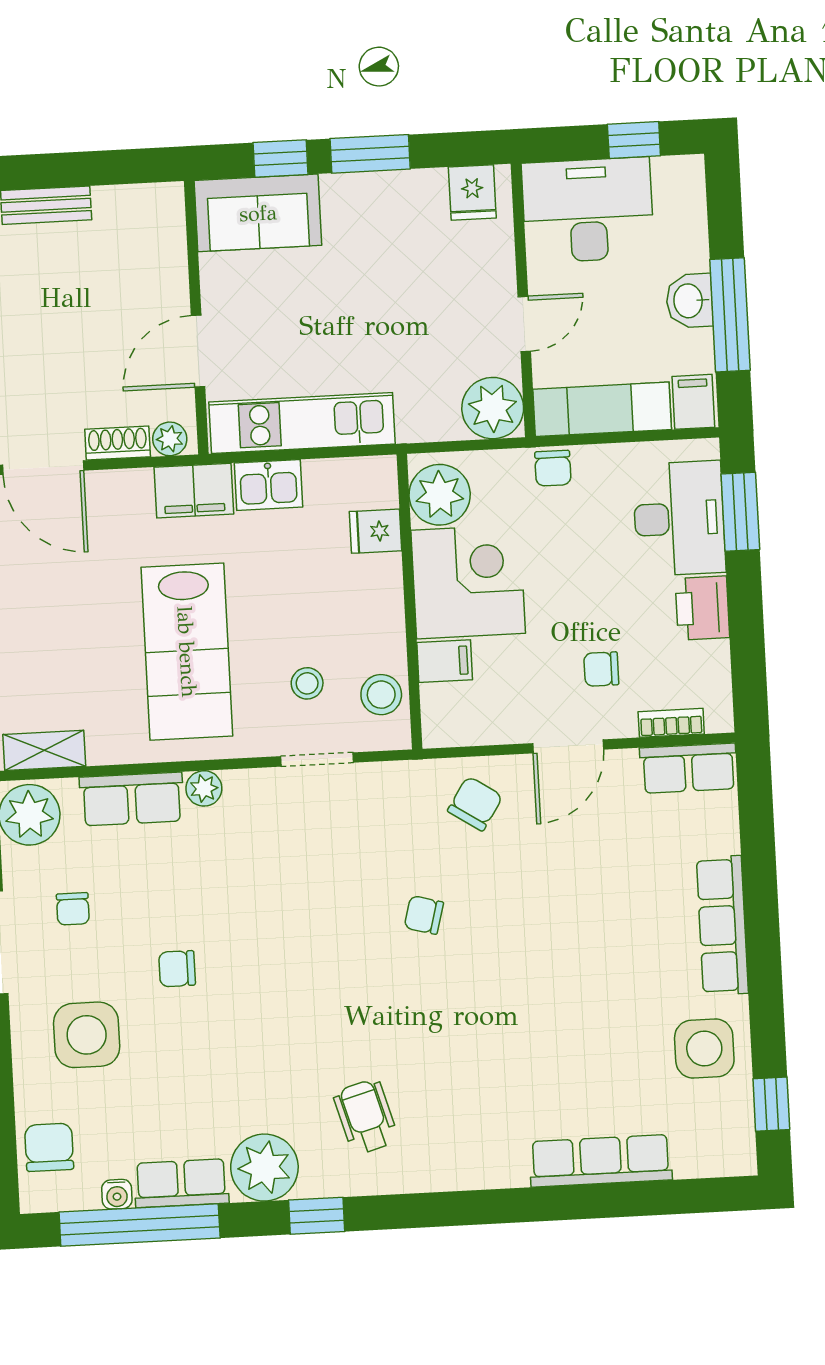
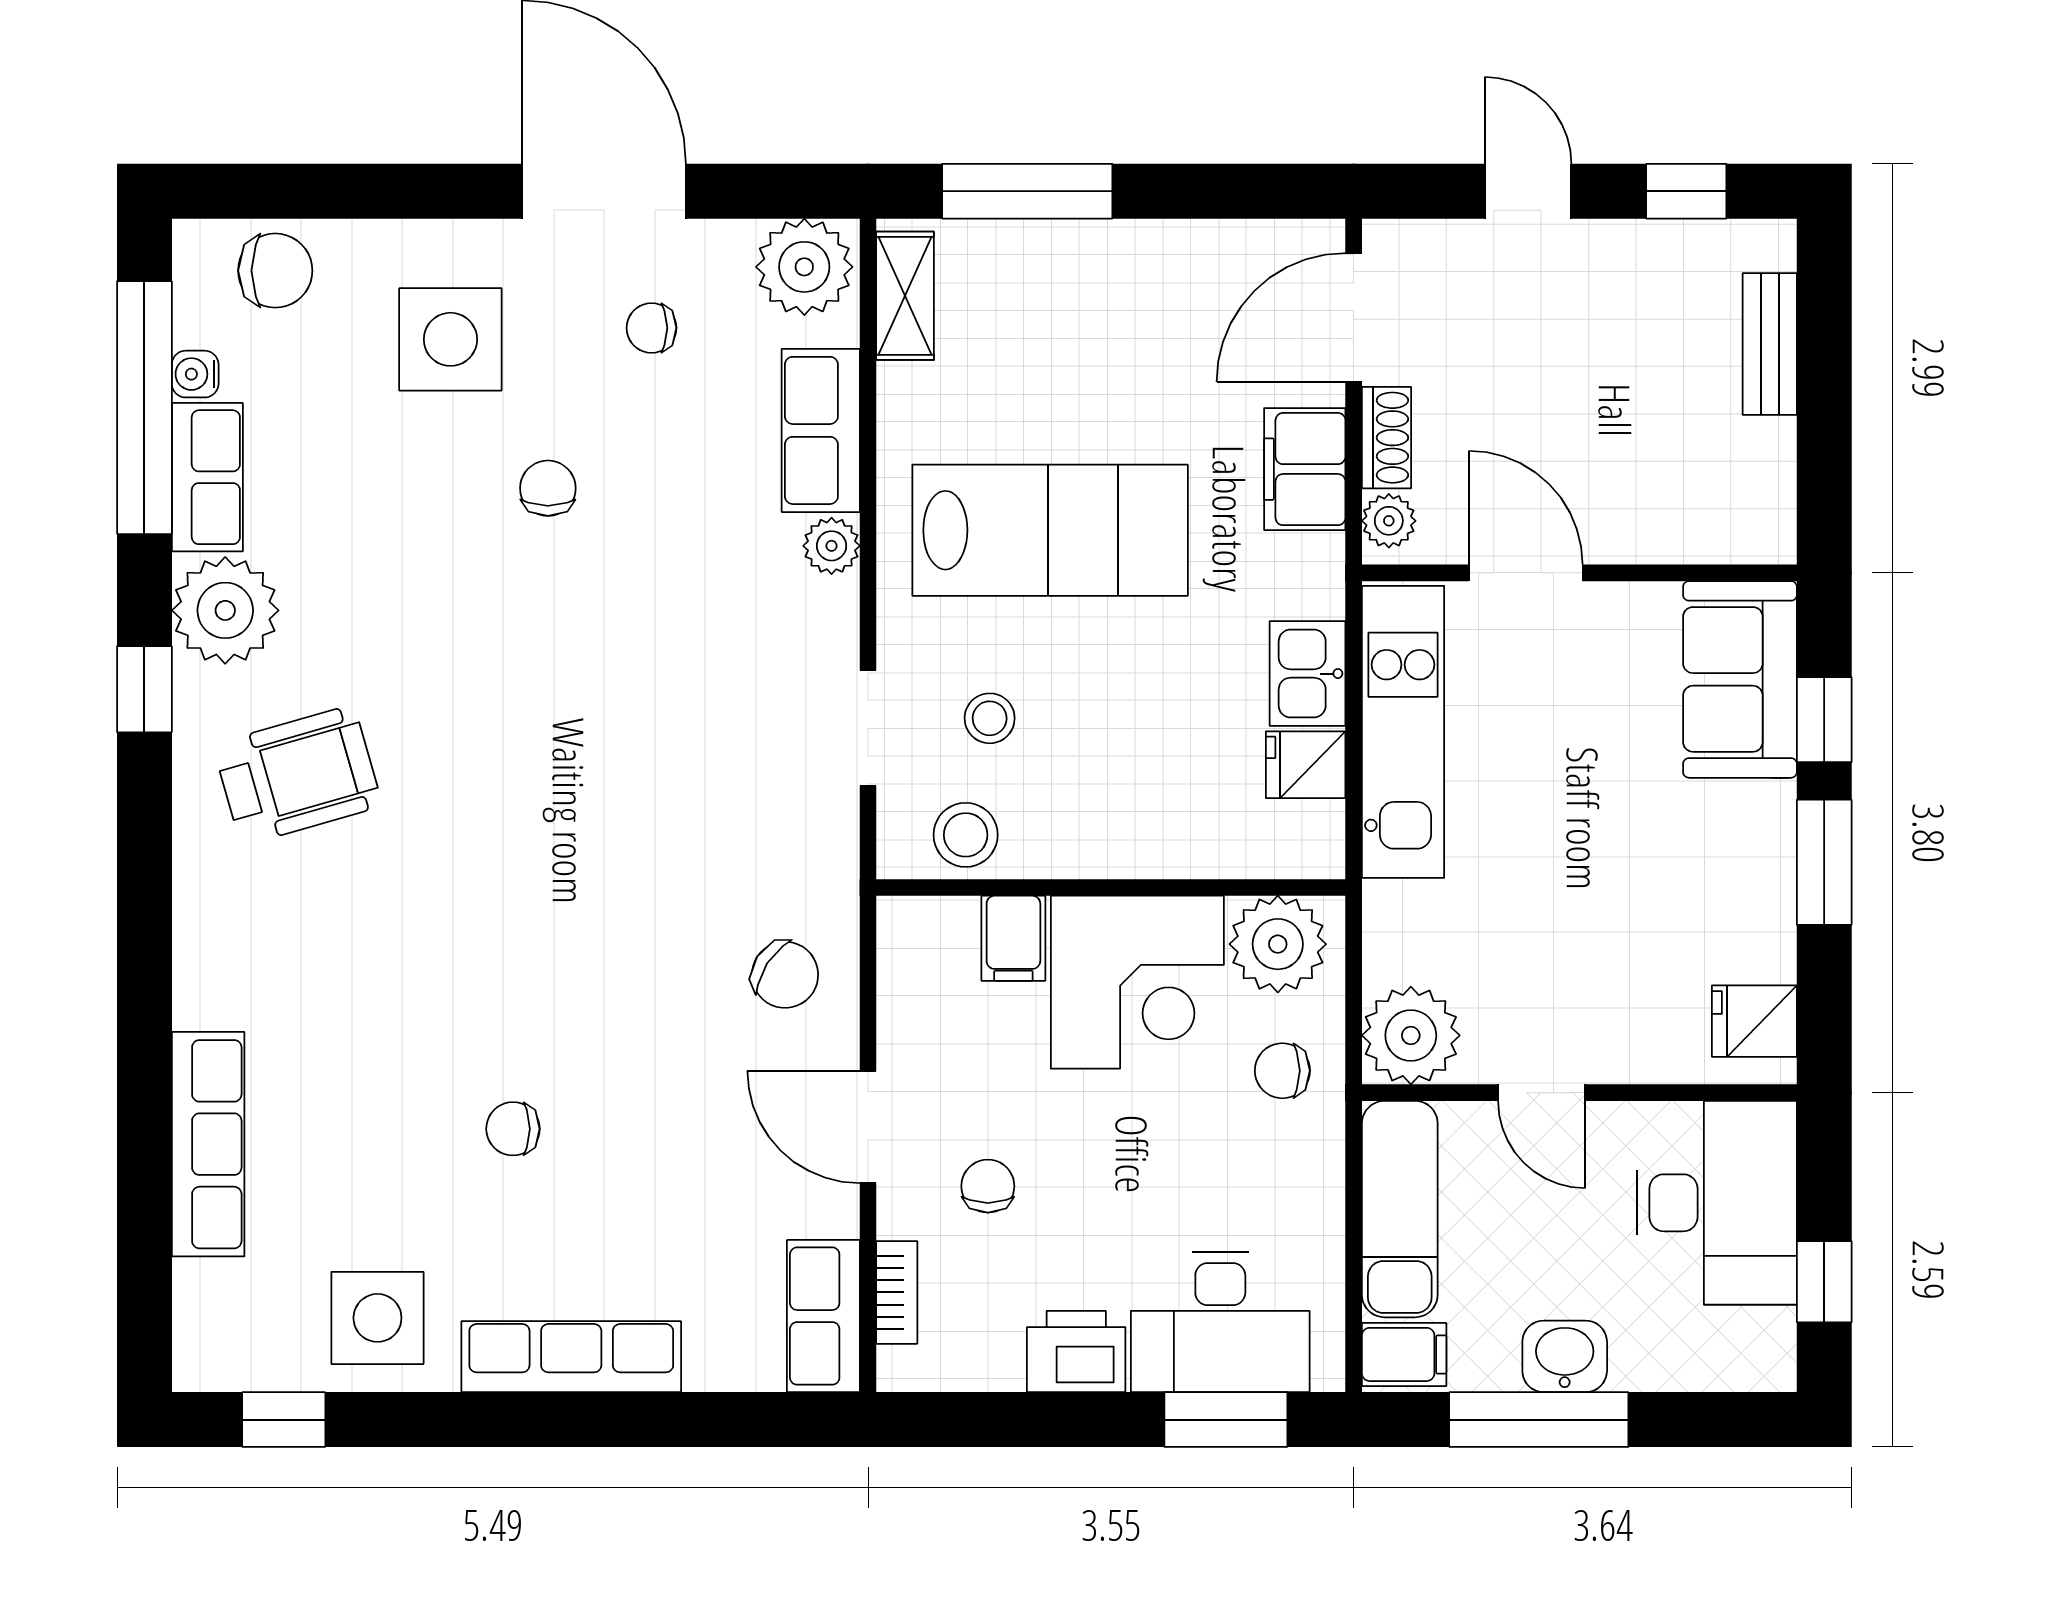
chair: (553, 468) -> (1282, 1071), moved
filing cabinet: (194, 491) -> (1305, 469), moved
fridge: (376, 531) -> (1306, 765), moved, turned -90
lab bench: (187, 652) -> (1050, 530), turned 180
chair: (424, 915) -> (513, 1129), moved, turned -105
wheelchair: (366, 1117) -> (298, 775), width x1.36, depth x1.37

